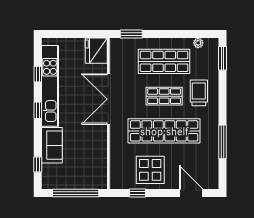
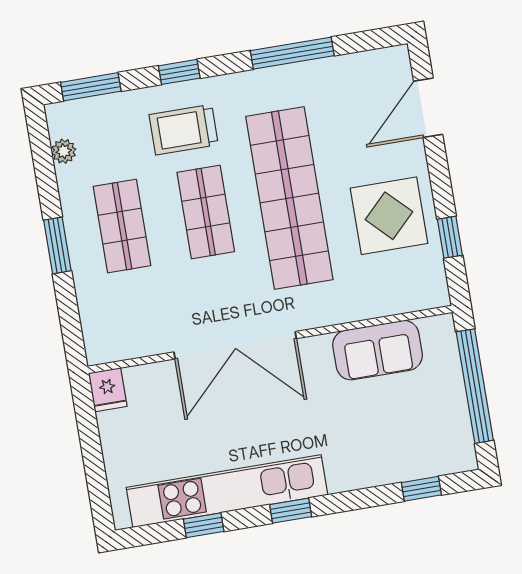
window: (131, 34) -> (57, 245), moved
fridge: (96, 51) -> (108, 390), width x0.53, depth x0.75
shop shelf: (164, 61) -> (122, 226), width x0.70, depth x0.74
window: (222, 95) -> (179, 72), added
sofa: (52, 145) -> (378, 350), moved, turned 180

